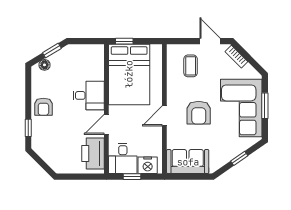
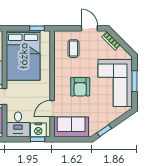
window: (124, 41) -> (37, 28), moved
door: (164, 116) -> (52, 109), moved
window: (239, 158) -> (104, 131), moved
window: (132, 177) -> (38, 139), moved

